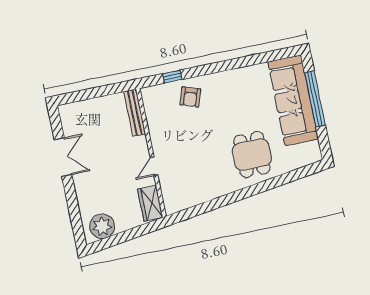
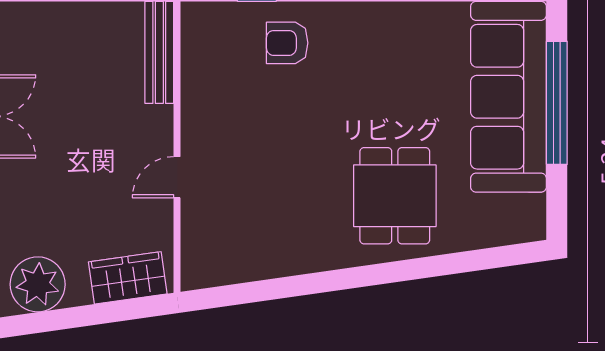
armchair: (190, 97) -> (287, 43), turned 71
wardrobe: (150, 203) -> (128, 278), moved, turned 82

